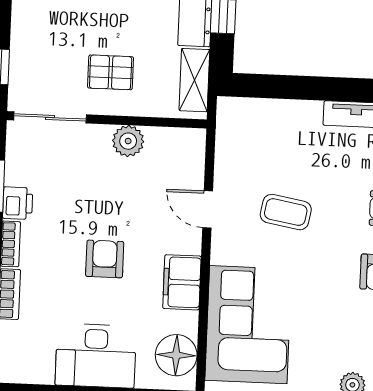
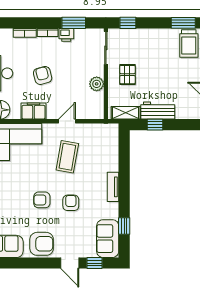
coffee table: (286, 212) -> (67, 157), width x1.36, depth x1.30
armchair: (105, 259) -> (43, 75), turned -105

